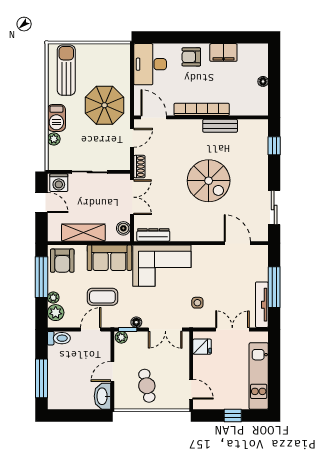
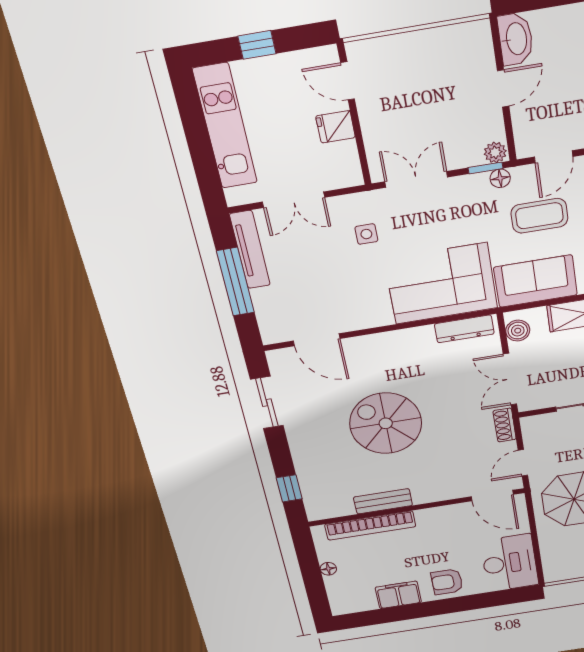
armchair: (191, 57) -> (447, 582), turned 180
bookcase: (202, 109) -> (370, 526), moved
floor lamp: (136, 322) -> (500, 178), moved
fridge: (202, 347) -> (336, 127), moved
cafe table: (147, 386) -> (433, 73), removed

